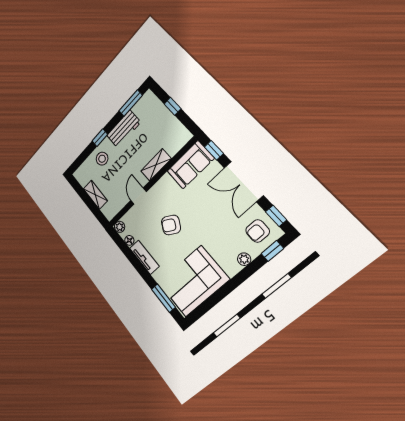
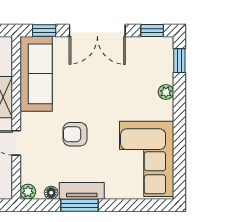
sofa: (190, 165) -> (36, 74), width x1.36
armchair: (171, 225) -> (75, 134), turned 60
armchair: (258, 231) -> (151, 58), removed
window: (163, 298) -> (80, 205), moved

